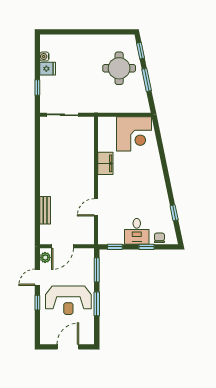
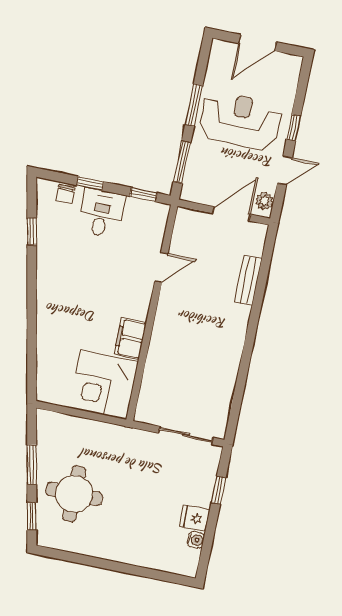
corner desk: (134, 134) -> (103, 385), moved, turned -90

